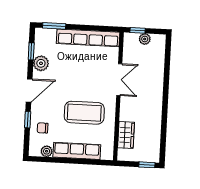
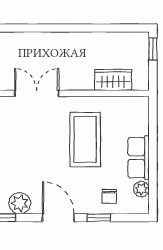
row of seats: (77, 151) -> (139, 158), width x0.68

